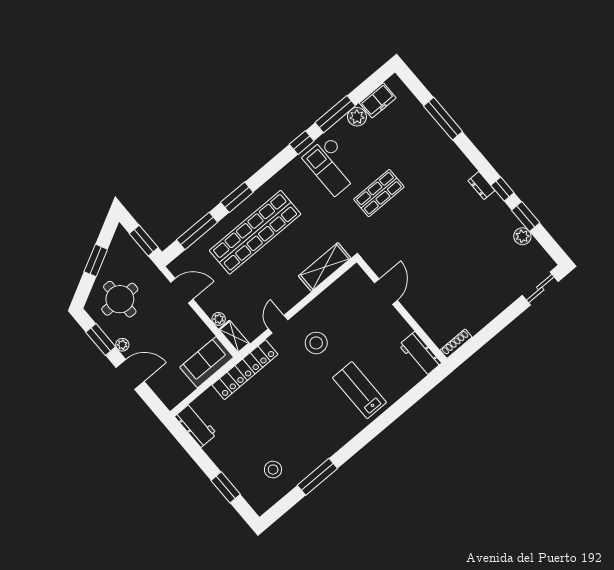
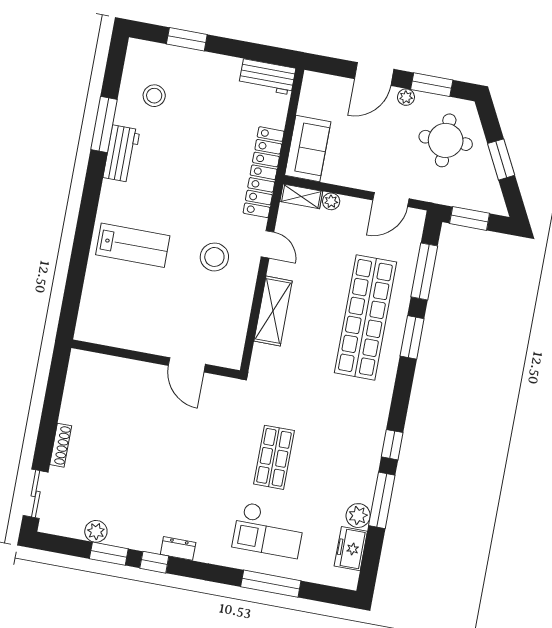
checkout: (332, 166) -> (269, 530), moved, turned 180
shelving: (325, 267) -> (273, 311), moved
shoe rack: (456, 344) -> (61, 445), moved
workbench: (420, 354) -> (121, 154), moved, turned 90

